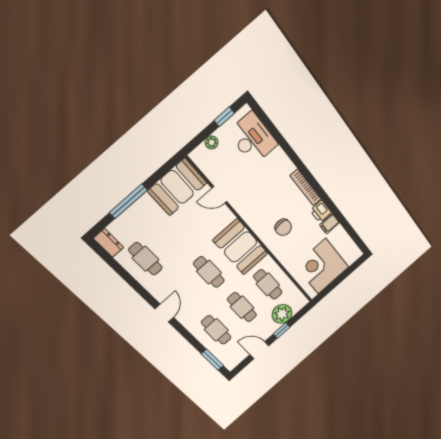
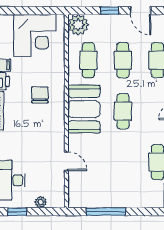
booth: (177, 187) -> (91, 193), removed
window: (128, 201) -> (106, 212), moved
plant: (282, 314) -> (78, 25), moved

